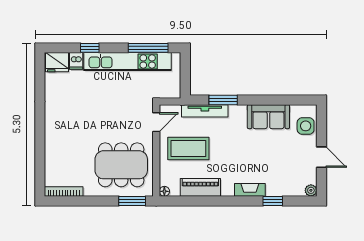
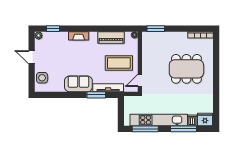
window: (90, 48) -> (184, 129), width x2.17
sofa: (268, 117) -> (78, 84), moved
dining table: (121, 165) -> (186, 69), moved
window: (273, 201) -> (53, 29), moved

